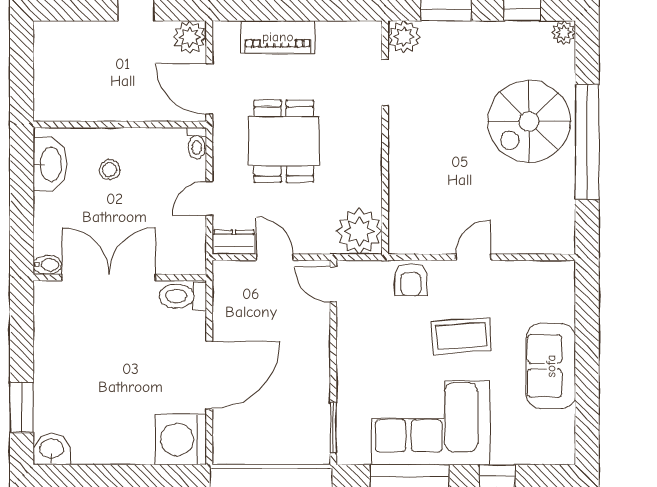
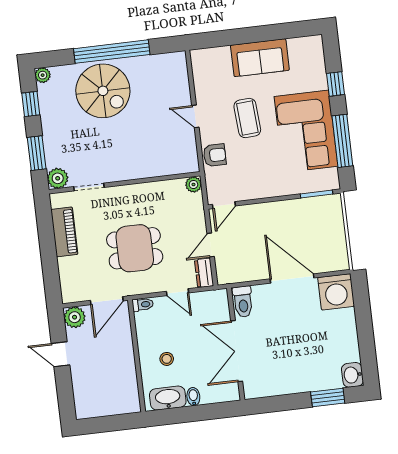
piano: (278, 37) -> (64, 232), moved
plant: (359, 231) -> (193, 185), width x0.53, depth x0.53
bidet: (47, 265) -> (193, 397), moved

